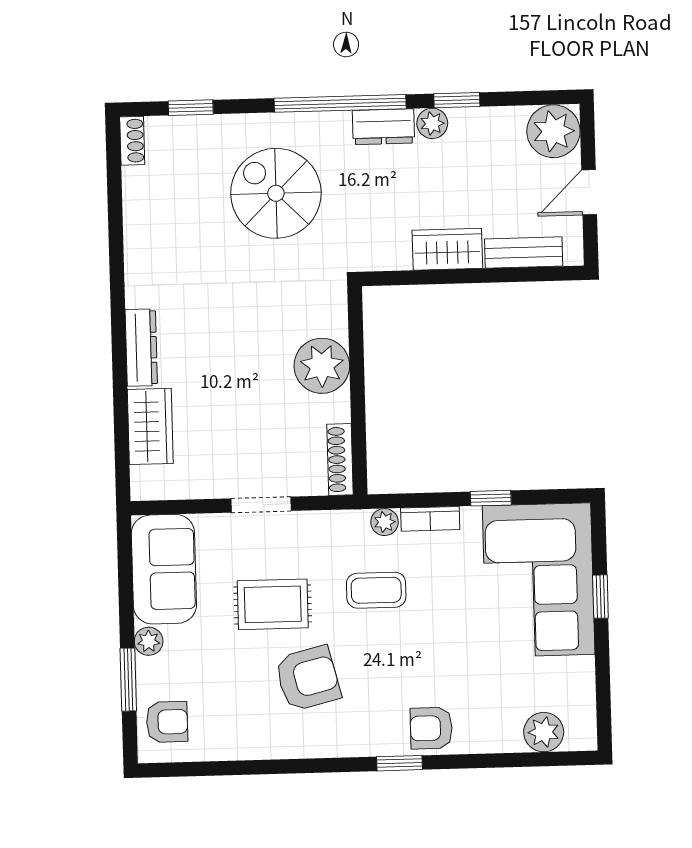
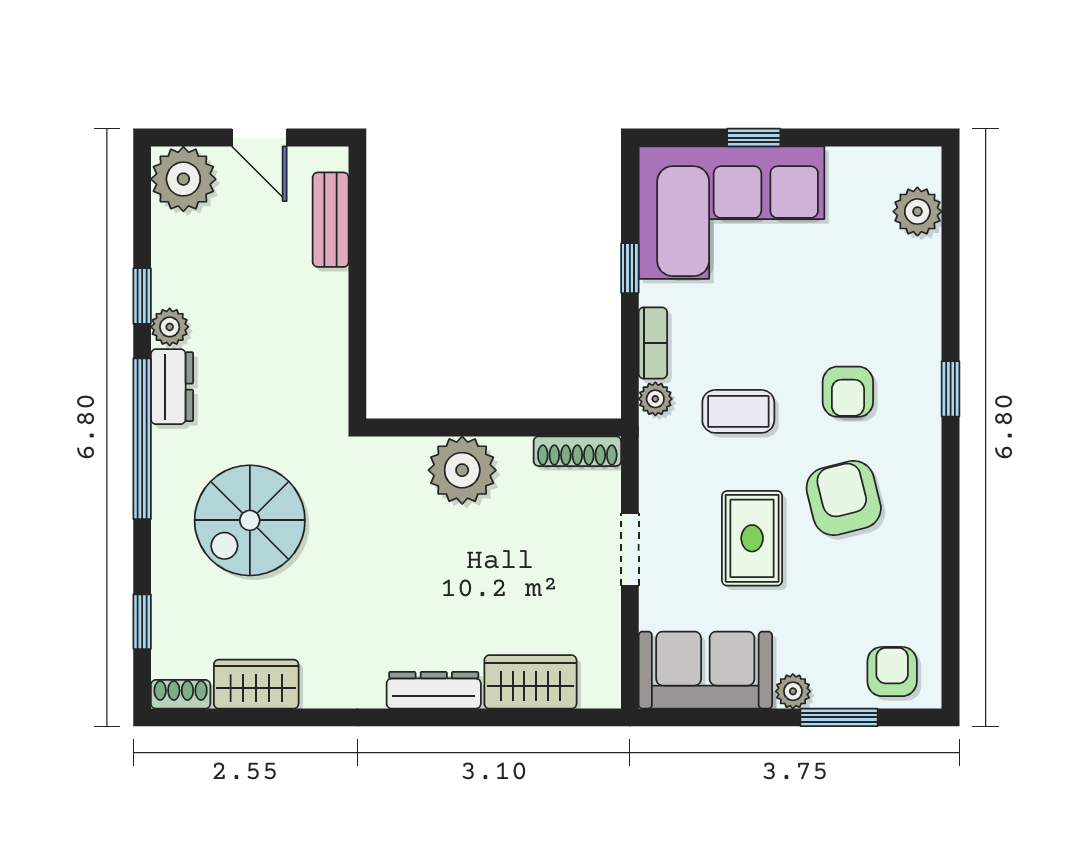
wardrobe: (447, 249) -> (256, 684), moved, turned 90
coffee table: (376, 590) -> (738, 411), turned 90
armchair: (431, 728) -> (848, 392), moved

